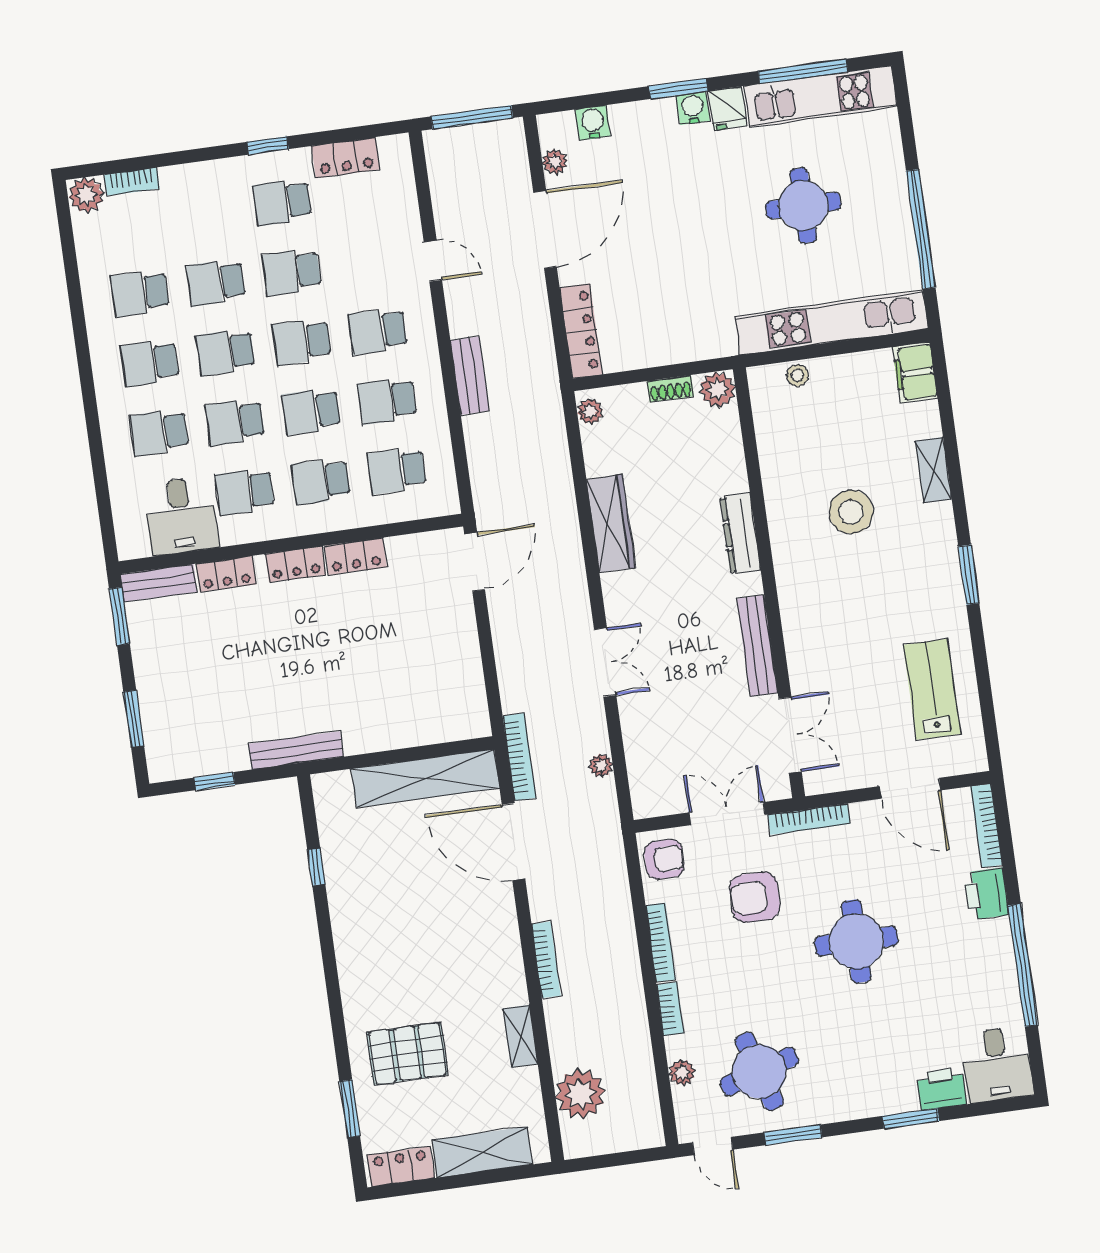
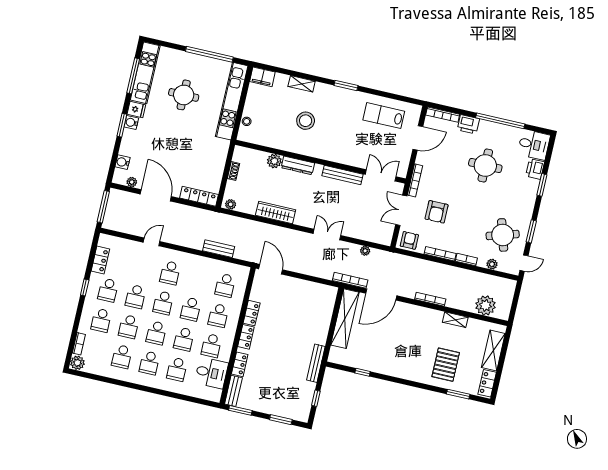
bench: (470, 376) -> (219, 249), moved
plant: (718, 389) -> (274, 161), moved
school desk: (387, 401) -> (101, 320), moved
round table: (856, 941) -> (485, 166), moved

